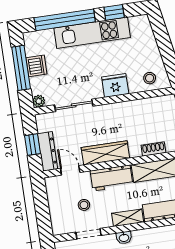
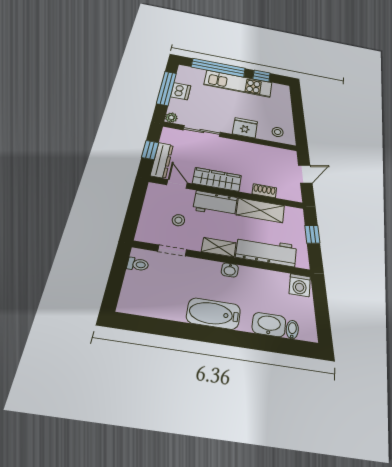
washbasin: (124, 238) -> (230, 270), moved

